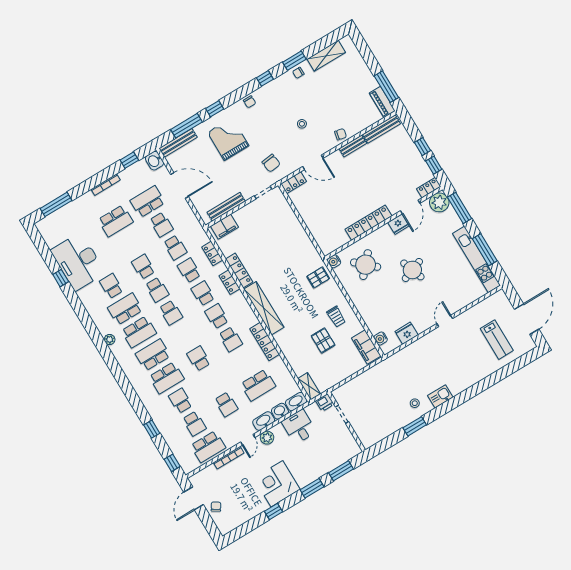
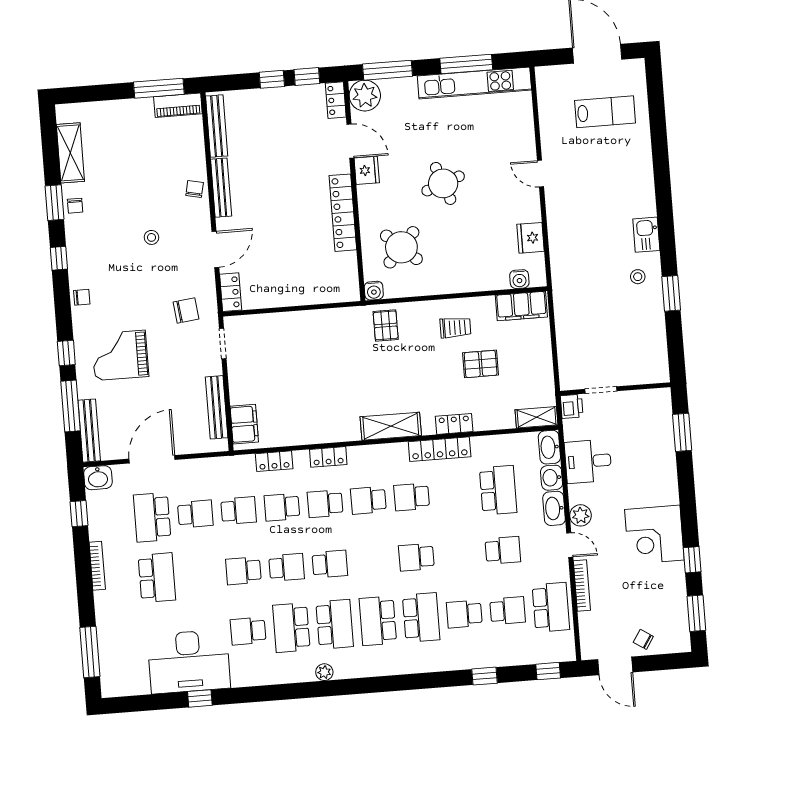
bench: (353, 146) -> (221, 188), width x1.36
locker: (239, 270) -> (454, 424), moved, width x0.66
shelving: (264, 308) -> (391, 426), width x0.68
school desk: (231, 339) -> (412, 497), turned 180
window: (312, 488) -> (696, 613), moved

